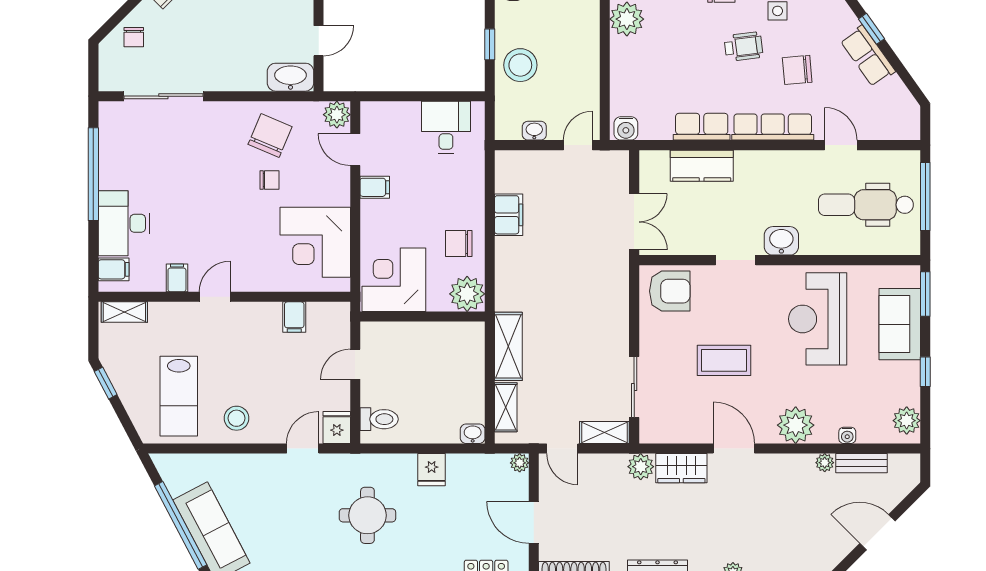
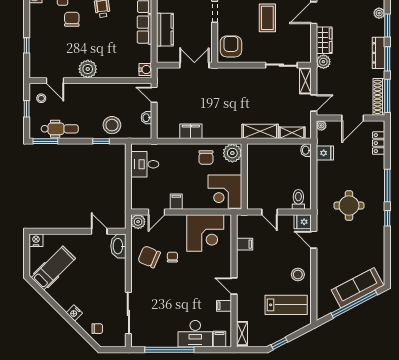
fridge: (432, 470) -> (325, 153), moved

